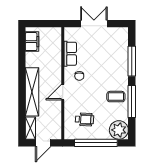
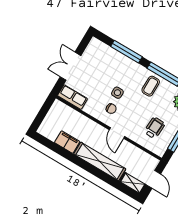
filing cabinet: (32, 42) -> (67, 142), moved
row of seats: (70, 54) -> (73, 97), moved
side table: (95, 73) -> (117, 93), added

